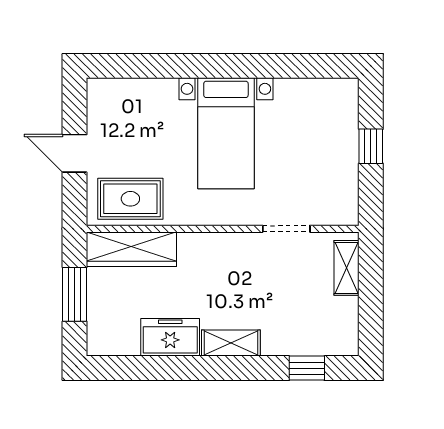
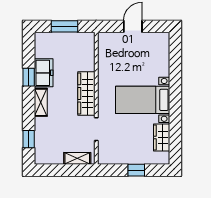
wardrobe: (303, 94) -> (162, 137), added
rug: (130, 199) -> (111, 54), removed
wardrobe: (131, 249) -> (86, 93), moved
window: (179, 368) -> (29, 77), added

